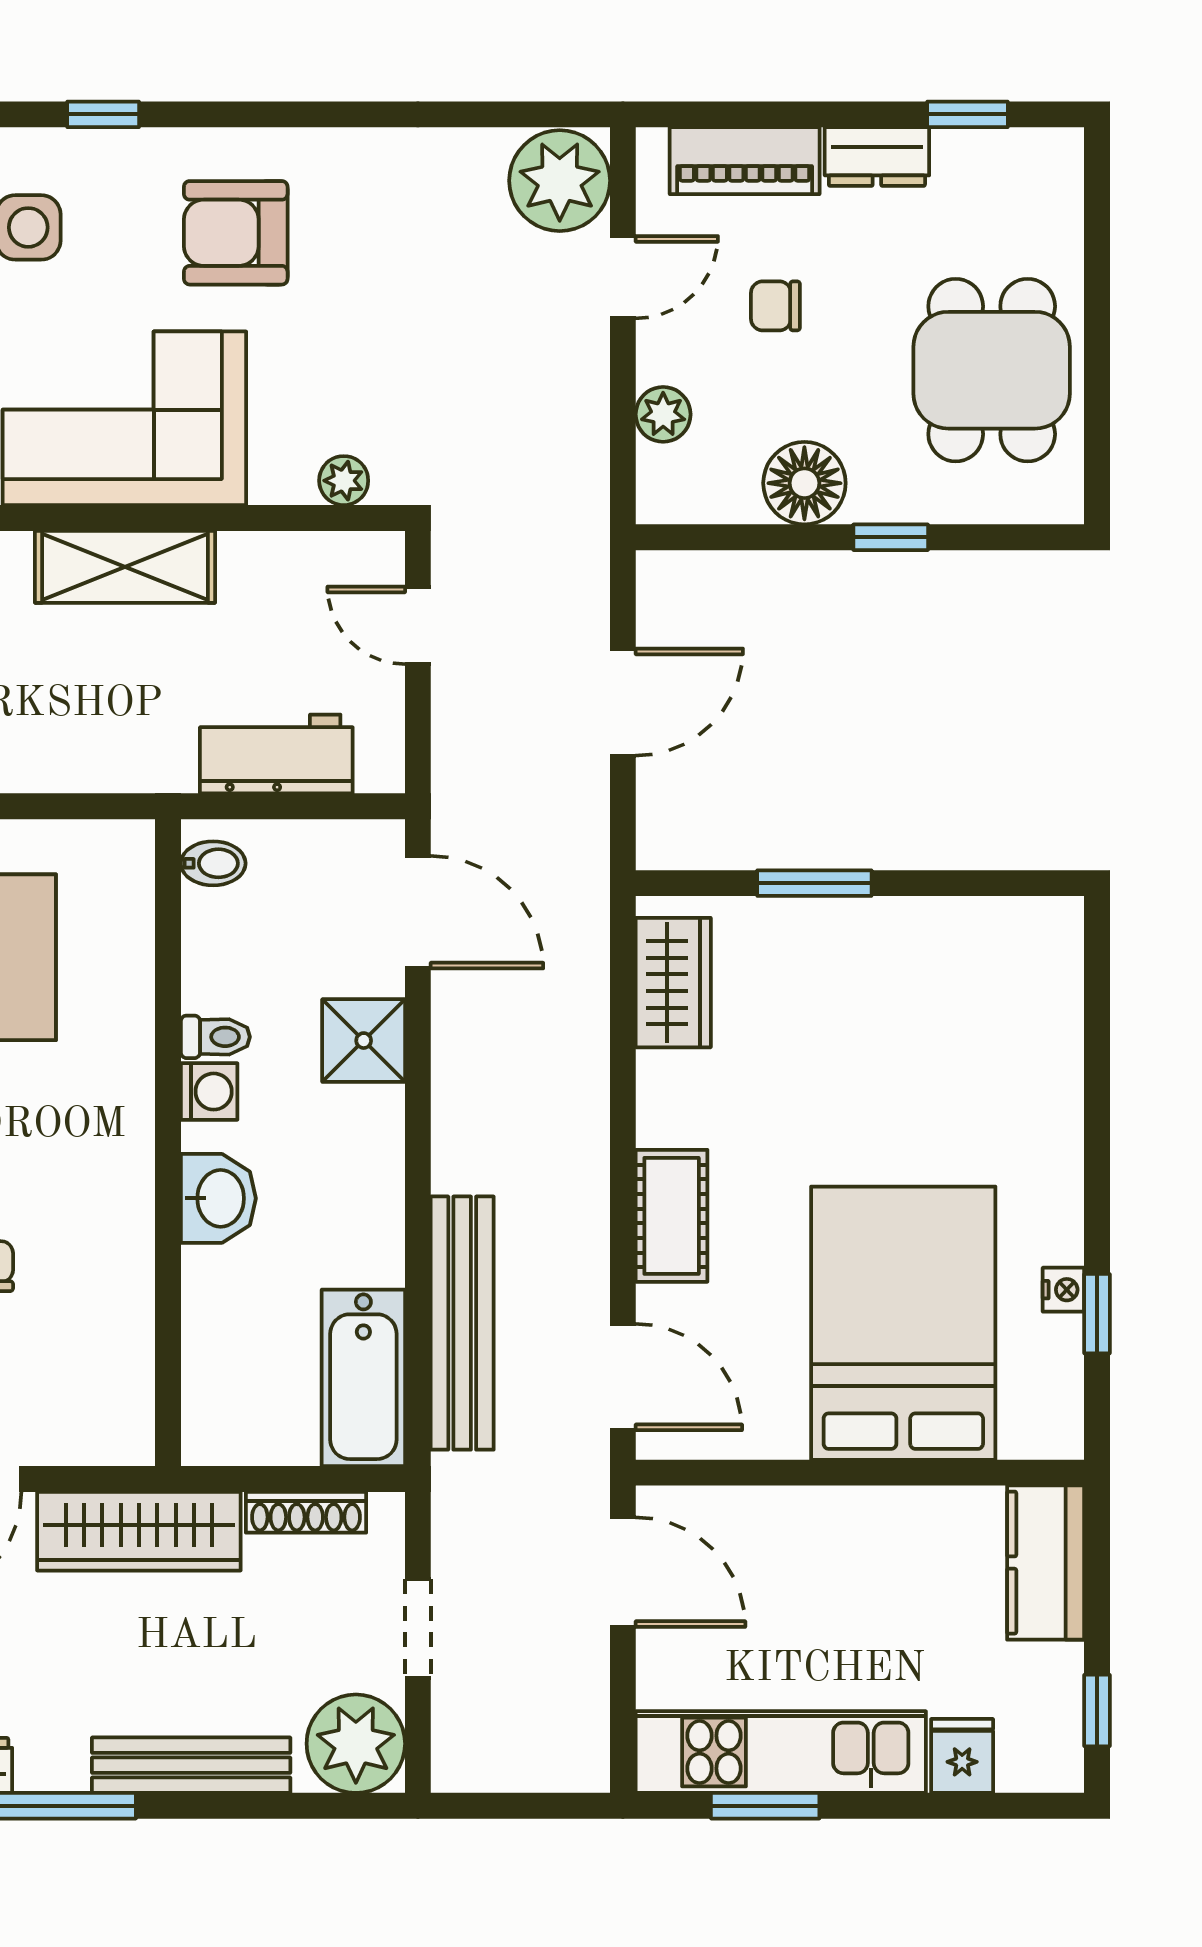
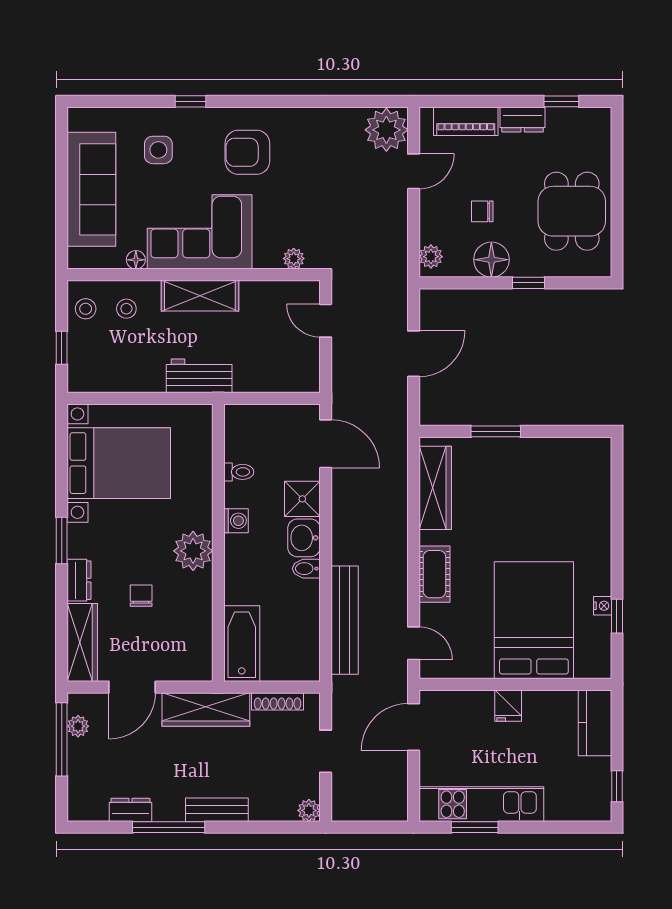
chair: (775, 306) -> (482, 211), moved
plant: (663, 414) -> (431, 257), moved
workbench: (276, 754) -> (199, 376), moved
bidet: (213, 863) -> (306, 569), moved, turned 180
wardrobe: (673, 983) -> (435, 488), width x1.50
toilet: (215, 1037) -> (239, 472), moved
plant: (109, 1162) -> (193, 551), added
washbasin: (218, 1198) -> (304, 538), moved, turned 180
door: (623, 1377) -> (414, 643), width x0.73
bathtub: (363, 1378) -> (242, 644), moved, turned 180
door: (623, 1572) -> (414, 727), swing flipped
plant: (356, 1744) -> (309, 810), width x0.53, depth x0.53
fridge: (962, 1756) -> (508, 706), moved, turned 180
bench: (191, 1765) -> (217, 810), width x0.73

